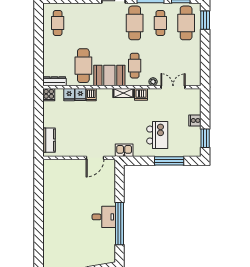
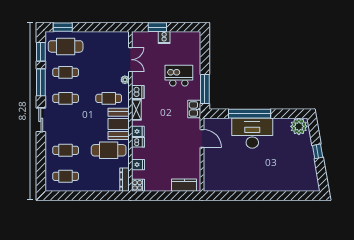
cafe table: (83, 23) -> (66, 150), added
cafe table: (135, 23) -> (66, 98), width x0.73, depth x0.74
double door: (173, 87) -> (130, 60), swing flipped
fridge: (80, 94) -> (138, 131), moved
window: (205, 138) -> (157, 27), moved
window: (169, 161) -> (205, 89), moved
desk: (104, 217) -> (252, 133), width x1.87, depth x1.30
window: (120, 224) -> (250, 114), moved
plant: (107, 254) -> (299, 126), added

